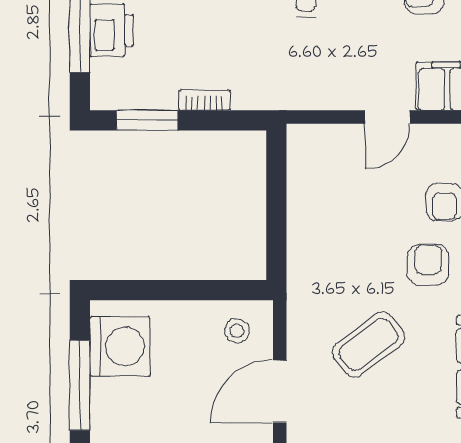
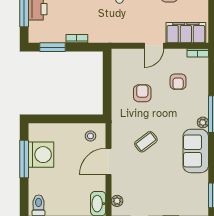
armchair: (428, 265) -> (142, 93), moved
coffee table: (368, 344) -> (146, 142), width x0.73, depth x0.77
washing machine: (120, 347) -> (41, 155), moved

